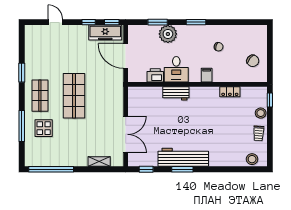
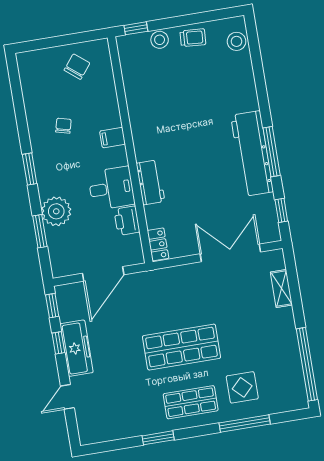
freezer: (105, 33) -> (77, 348), moved
locker: (230, 92) -> (158, 244), moved
window: (182, 169) -> (272, 152), width x1.44

